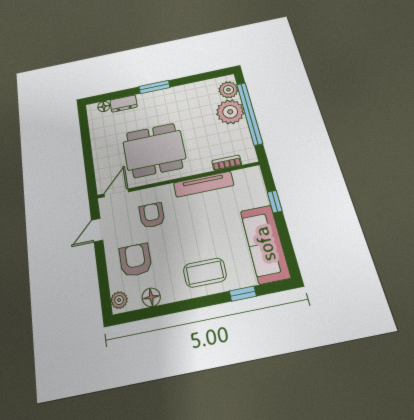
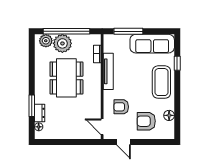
window: (154, 87) -> (32, 106), moved
dining table: (154, 150) -> (66, 78), moved
window: (275, 202) -> (128, 31), width x2.17
coffee table: (205, 273) -> (161, 82), width x1.36, depth x1.32
plant: (119, 300) -> (167, 134), removed

